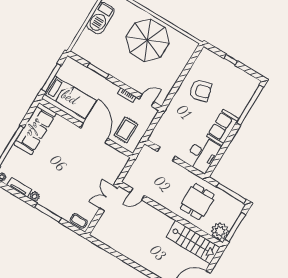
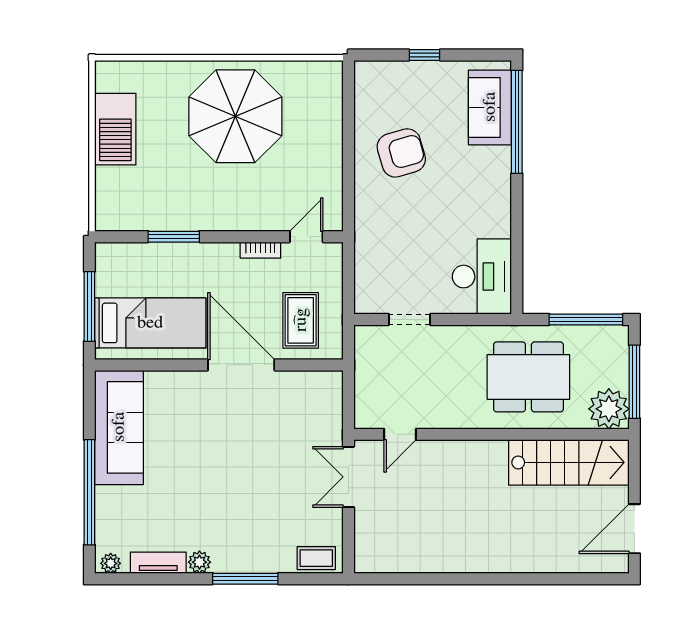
sofa: (223, 128) -> (490, 107), moved
dining table: (197, 202) -> (528, 377), width x1.38

